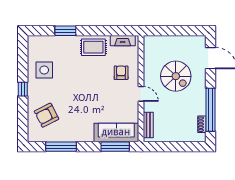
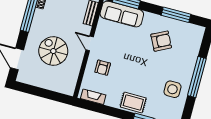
rug: (93, 47) -> (133, 102), moved
window: (23, 89) -> (197, 77), width x3.17
armchair: (47, 115) -> (161, 41), moved

